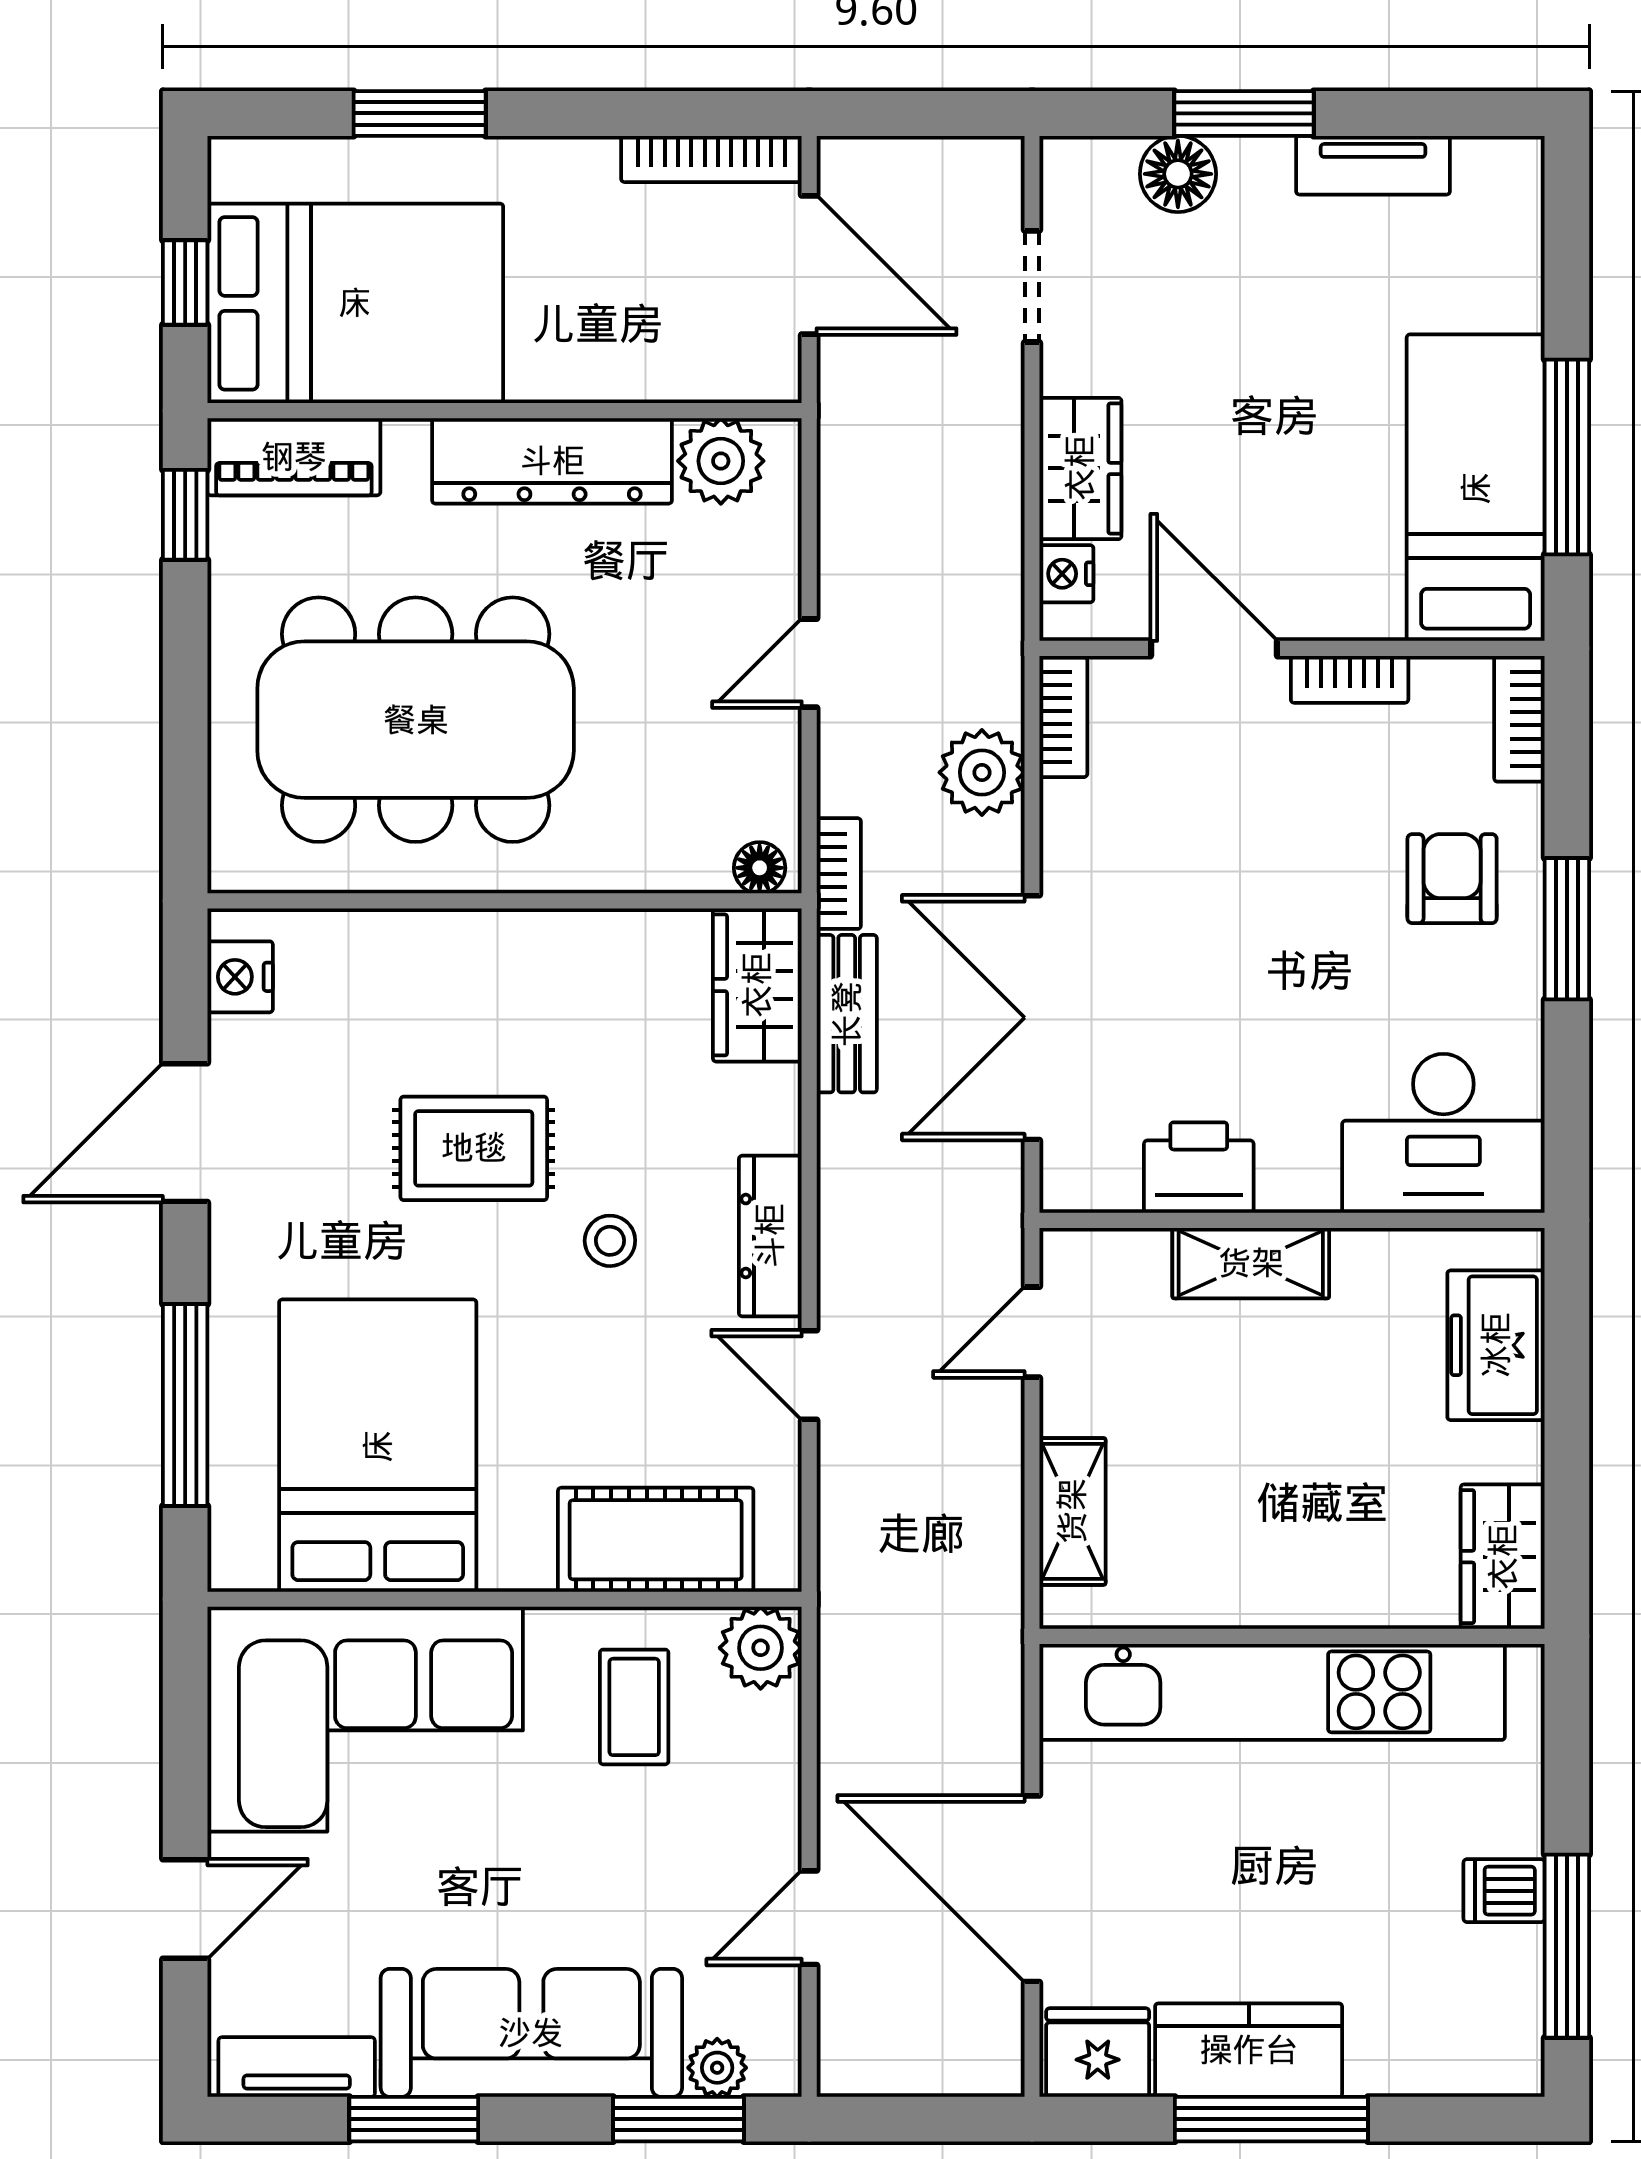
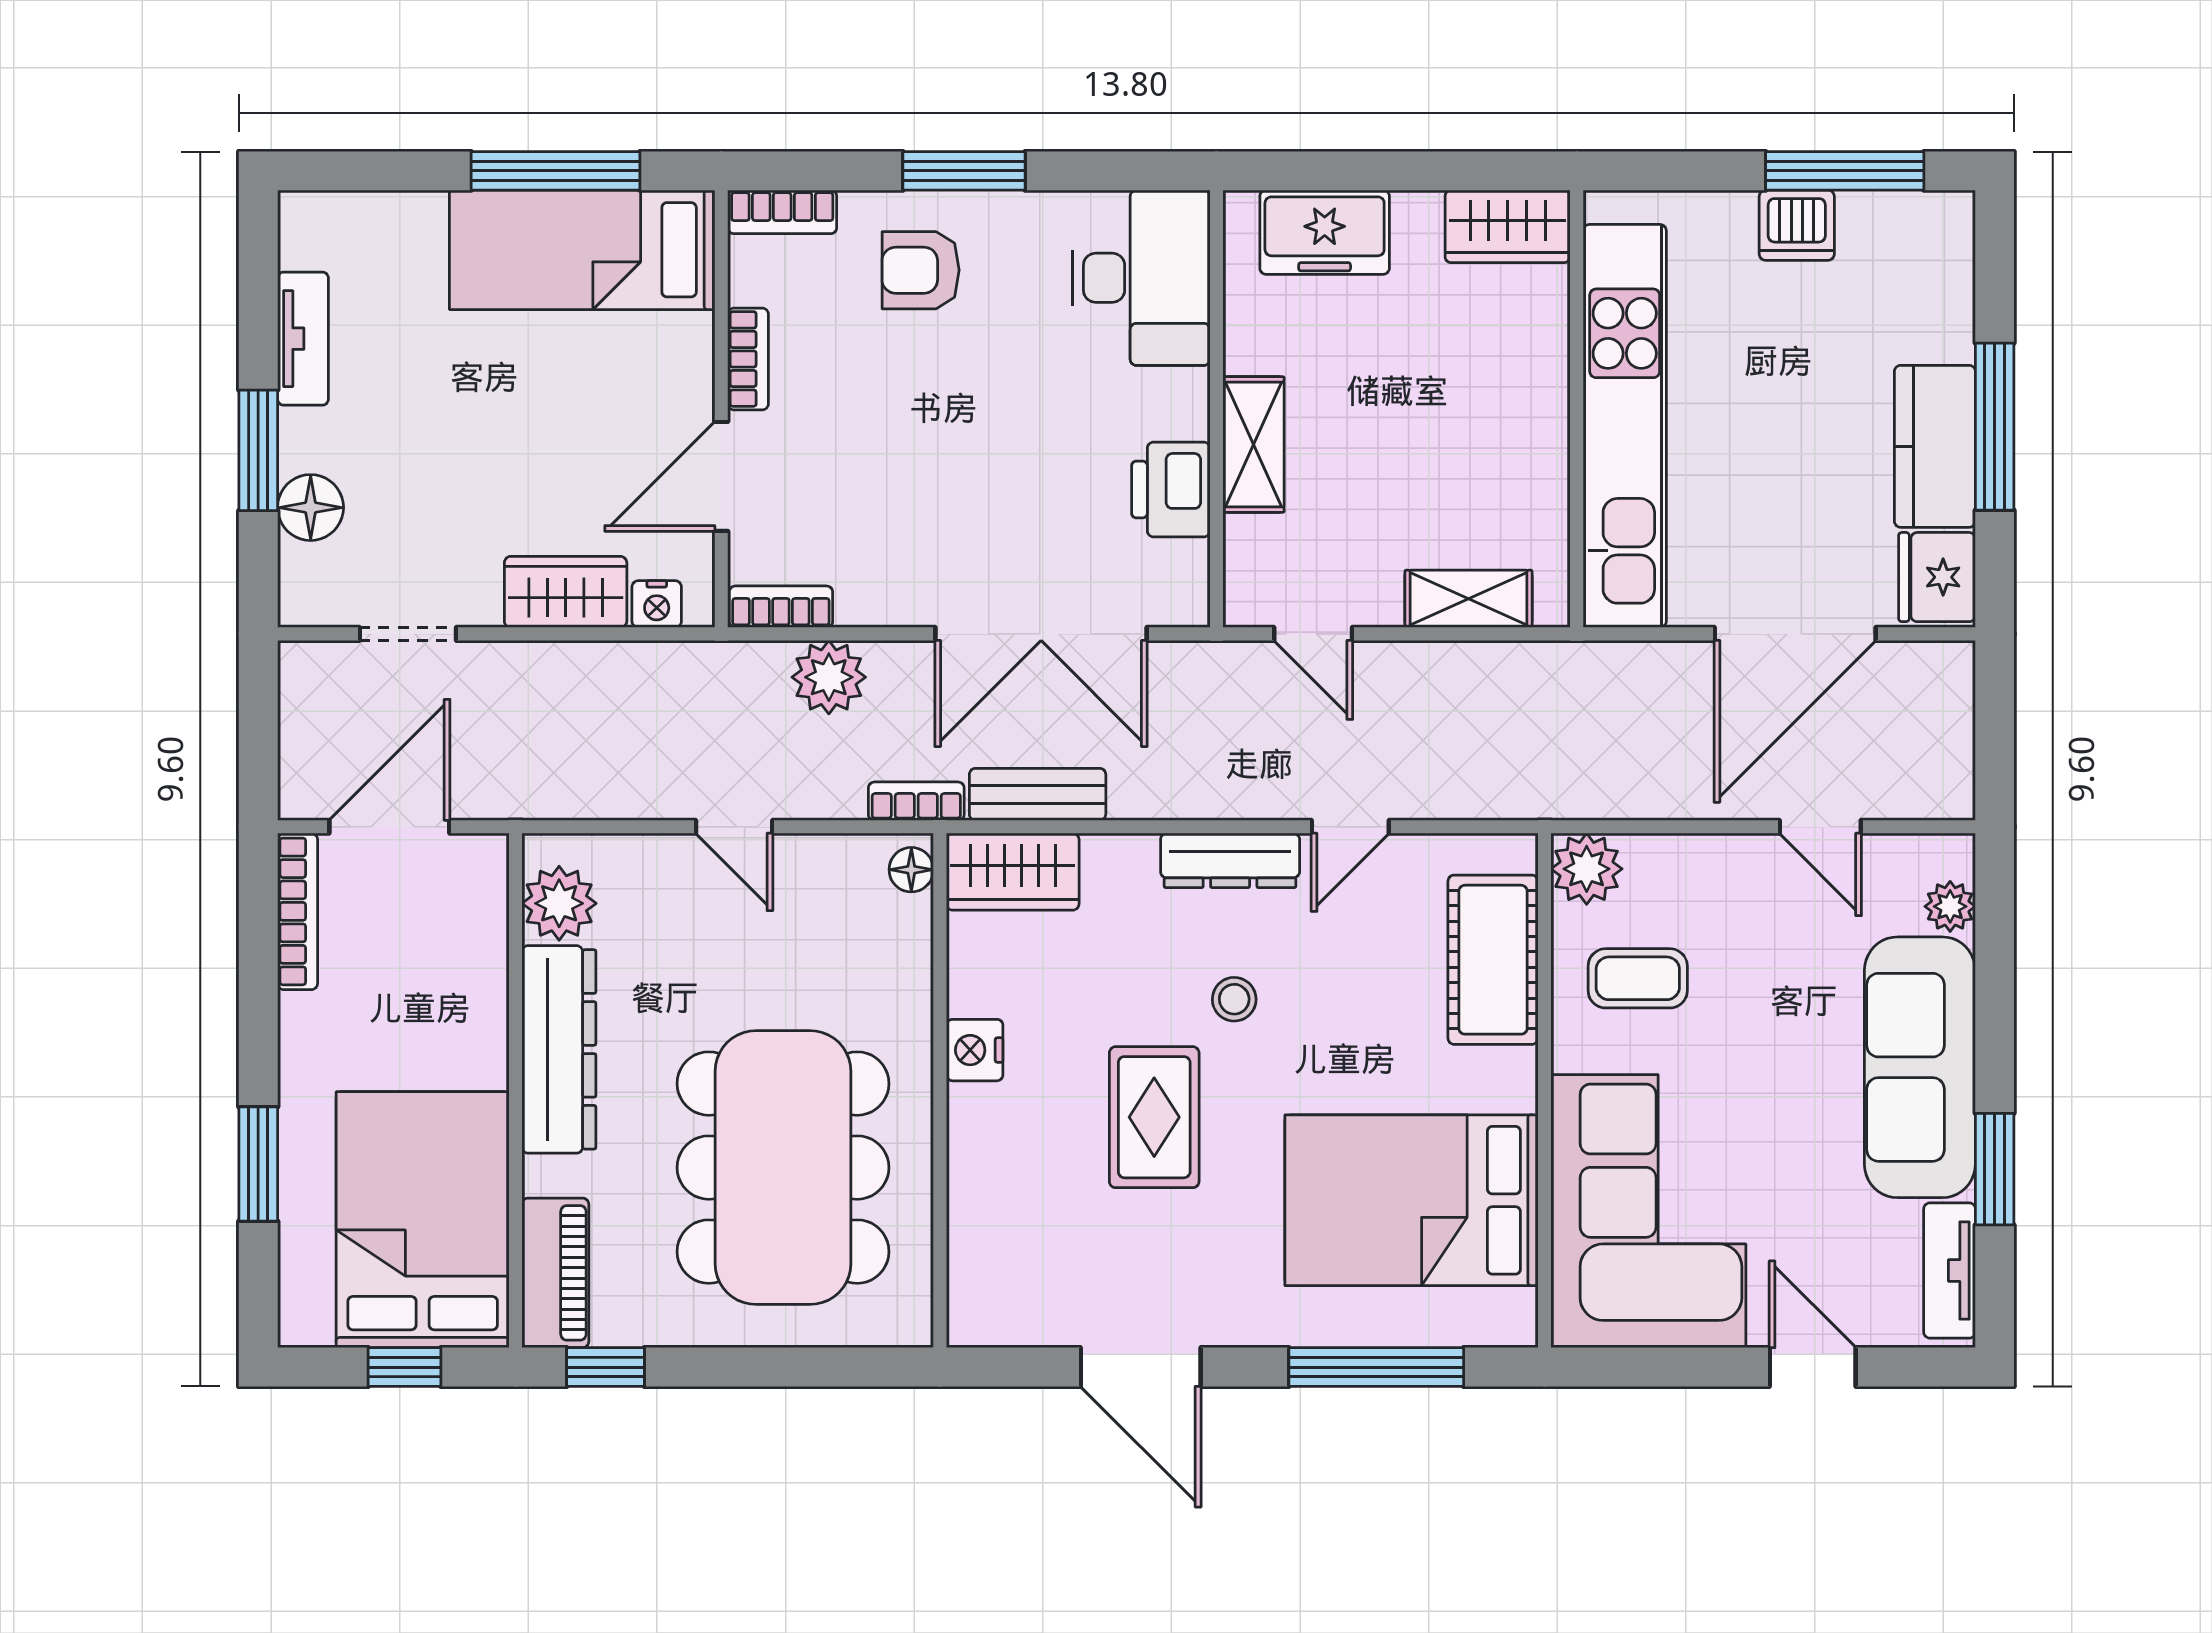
nightstand: (240, 977) -> (975, 1050), moved, turned 90
dishwasher: (1504, 1891) -> (1797, 225), width x1.38
window: (679, 2119) -> (1995, 940), removed

